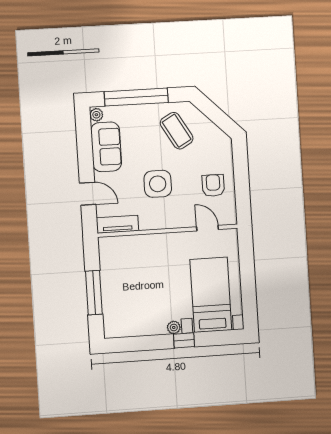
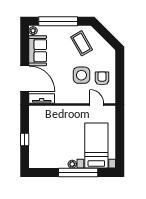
side table: (158, 184) -> (81, 75), moved
door: (88, 194) -> (25, 79), width x1.88
window: (94, 293) -> (25, 139), width x0.46
window: (184, 340) -> (78, 173), width x3.17

